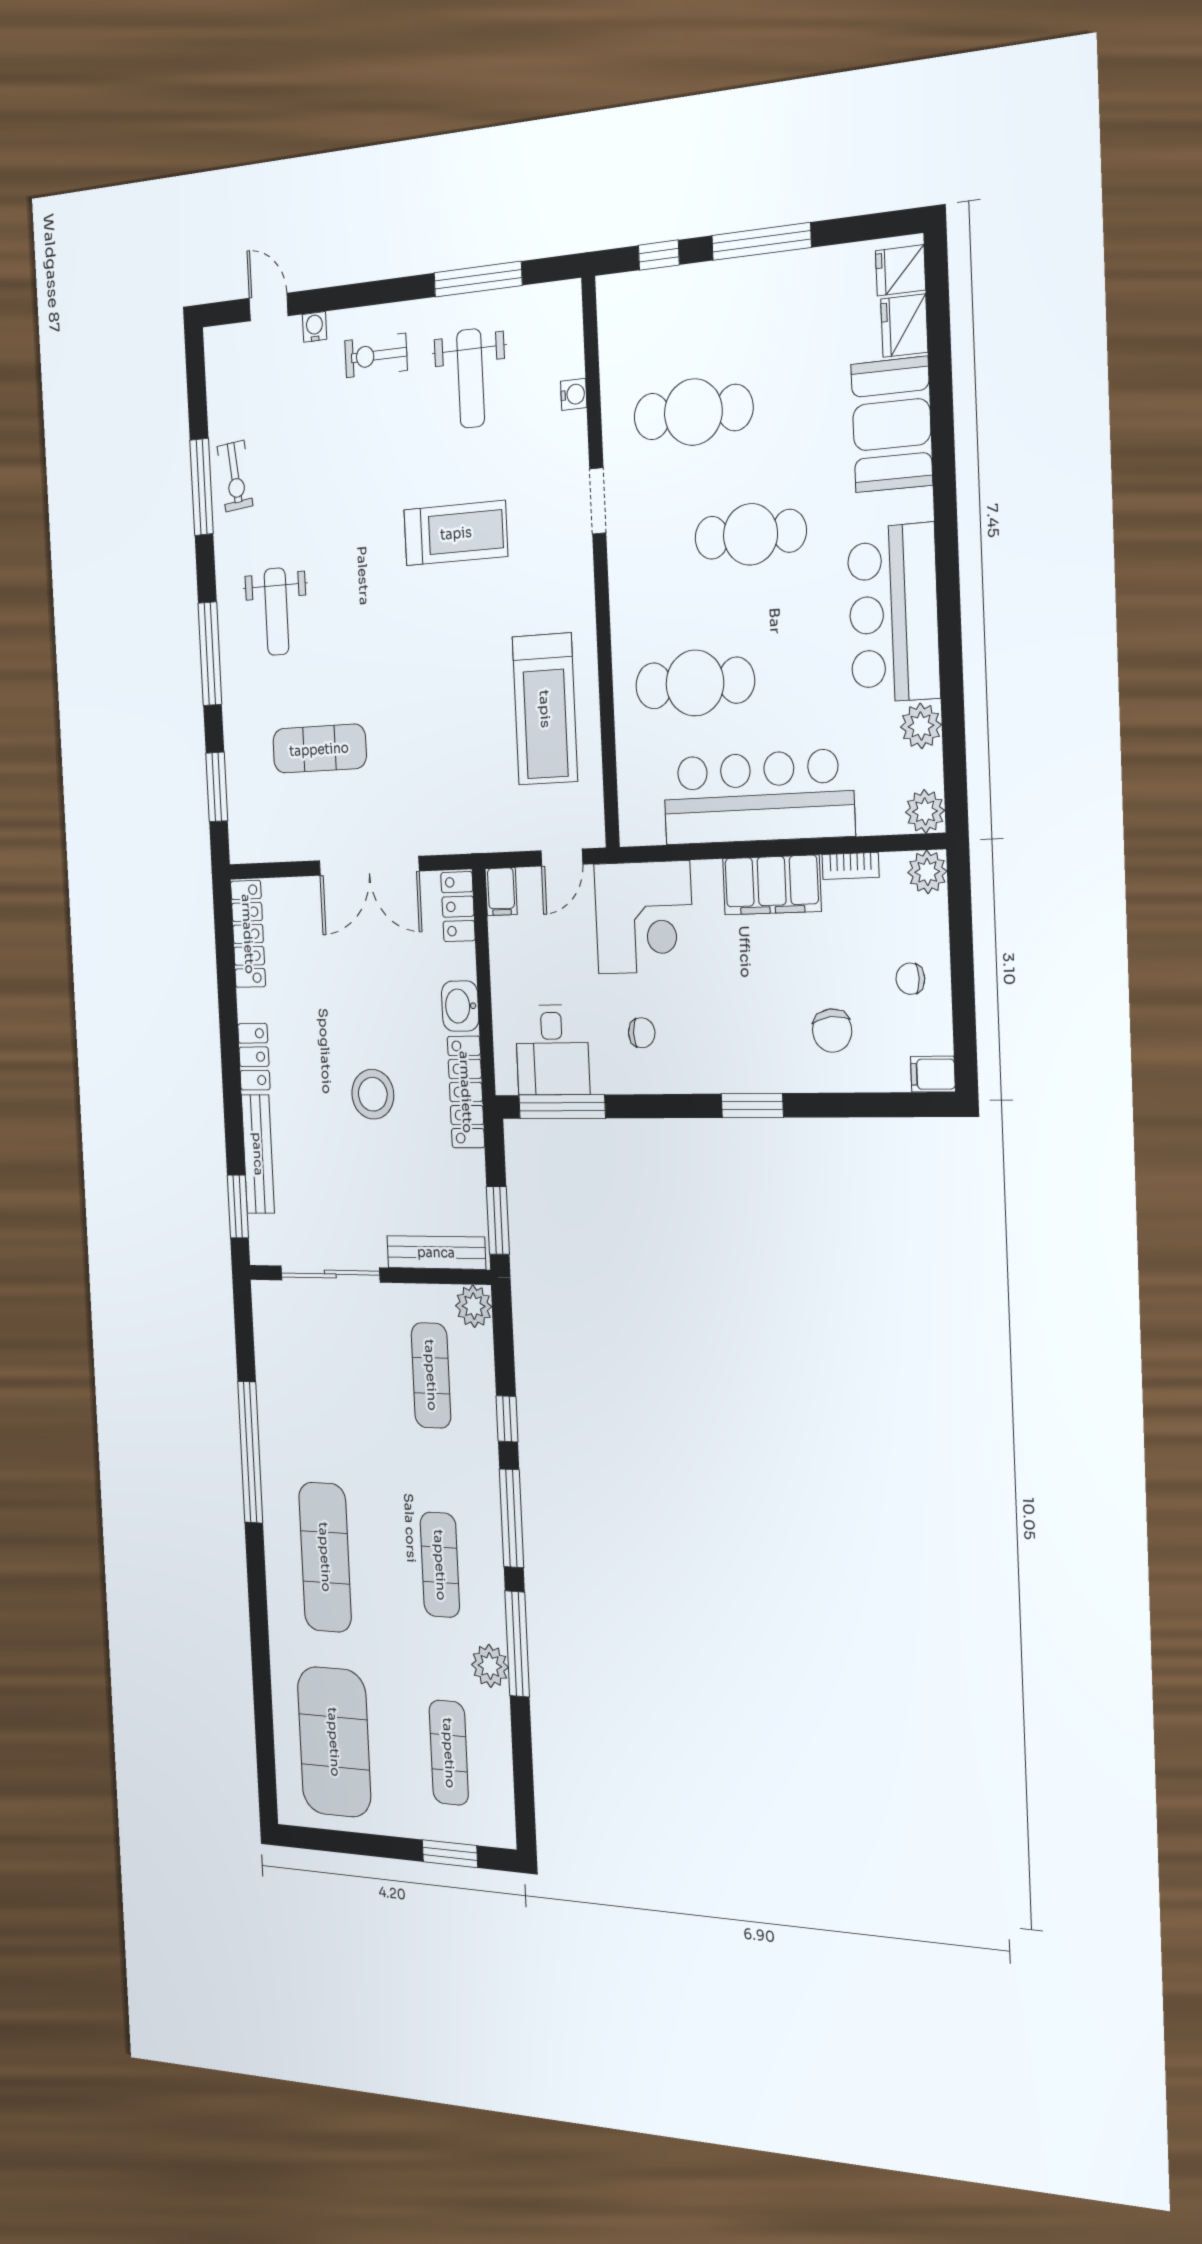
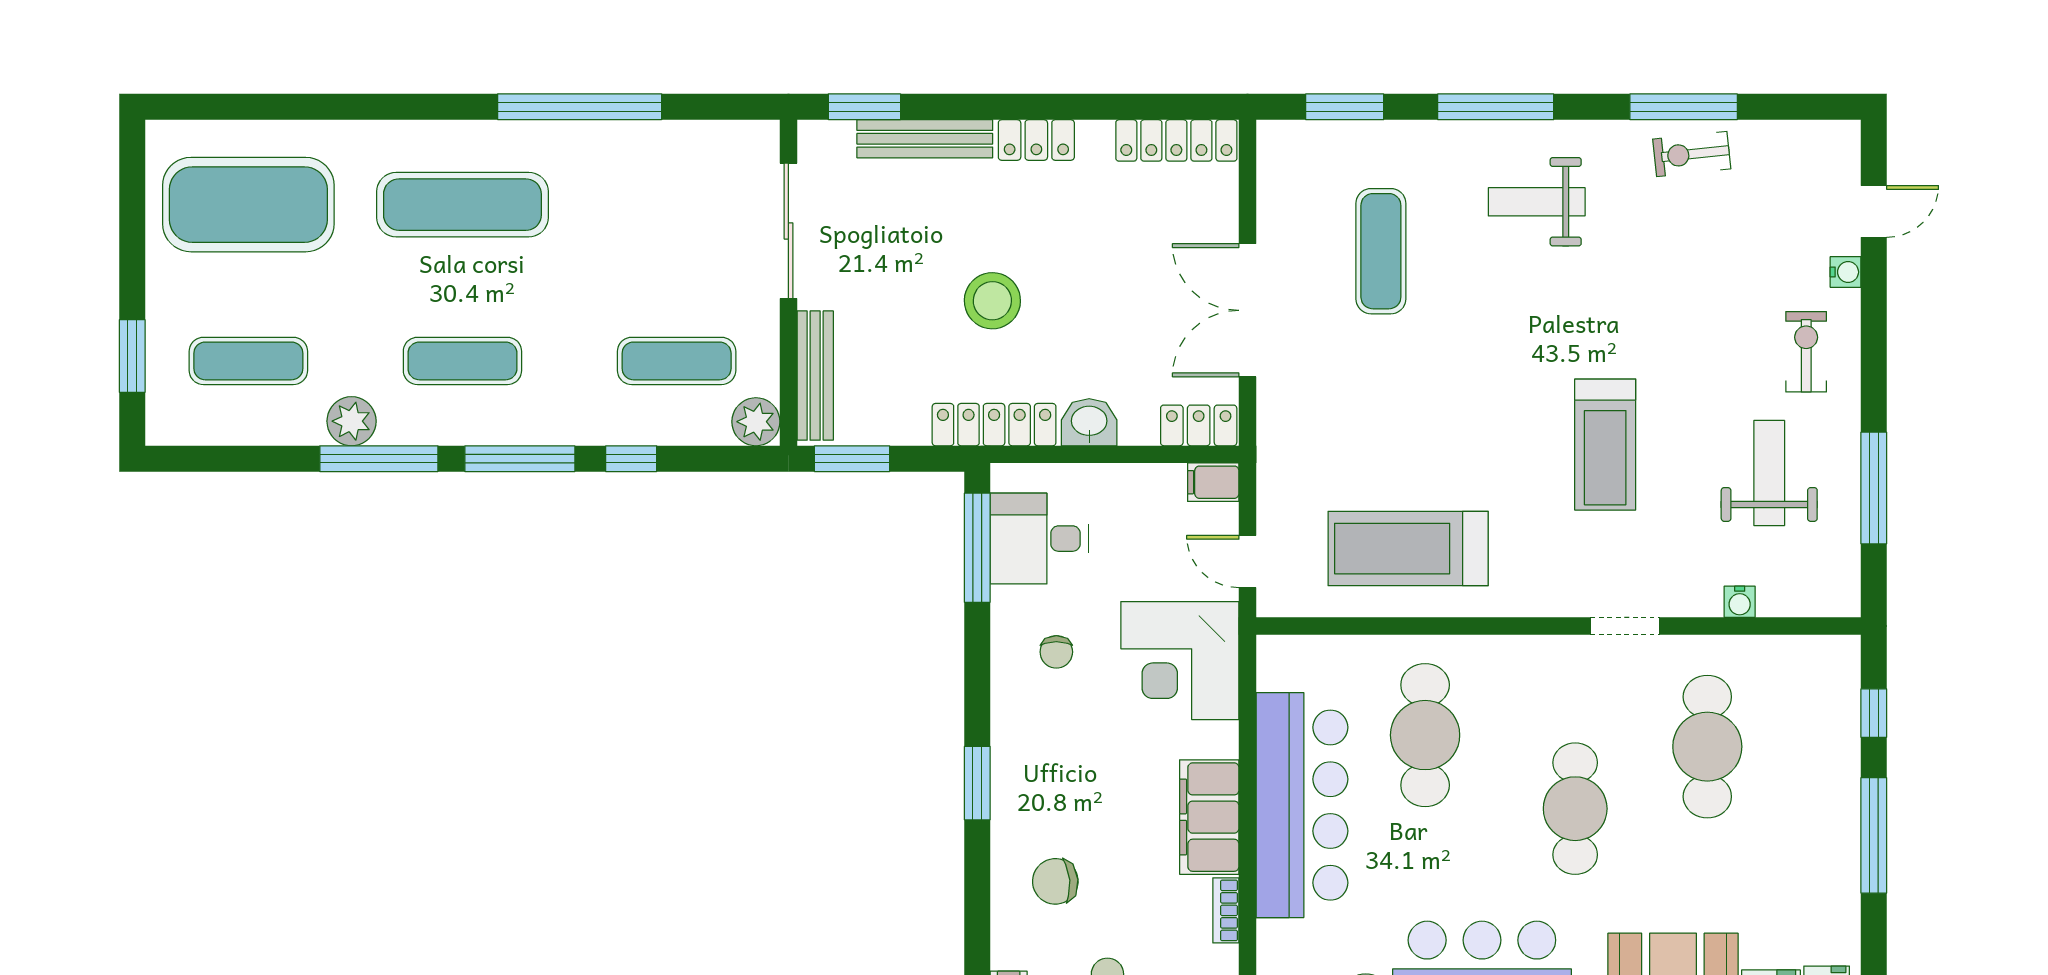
weight bench: (471, 378) -> (1769, 473), turned 90

